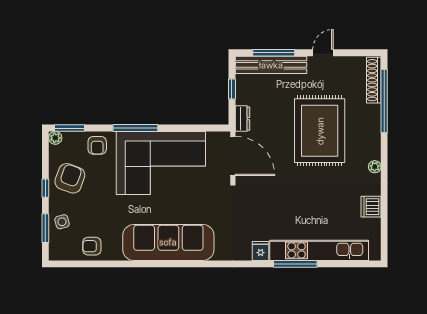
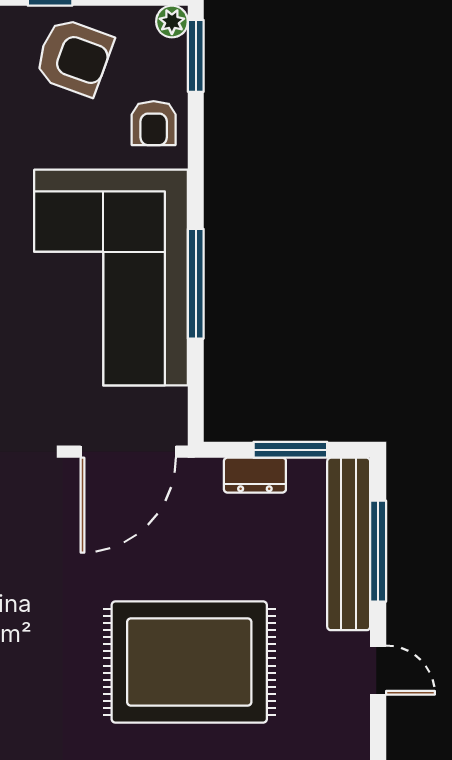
window: (232, 89) -> (290, 450), width x1.50
dresser: (242, 119) -> (255, 475), moved
window: (135, 128) -> (196, 284), moved
armchair: (97, 145) -> (154, 123), turned -90

